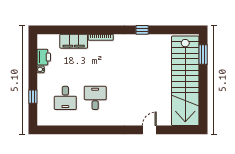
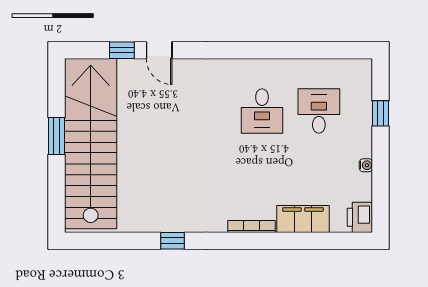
window: (203, 54) -> (56, 136), moved
printer: (44, 57) -> (360, 217), moved
door: (149, 130) -> (159, 50), hinge flipped
window: (169, 130) -> (122, 50), added

